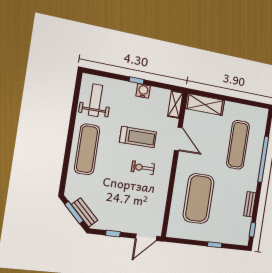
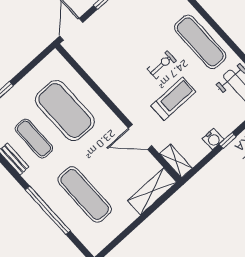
treadmill: (138, 137) -> (173, 99), turned 180
exercise bike: (143, 168) -> (162, 65), moved
exercise mat: (229, 203) -> (34, 139), added

